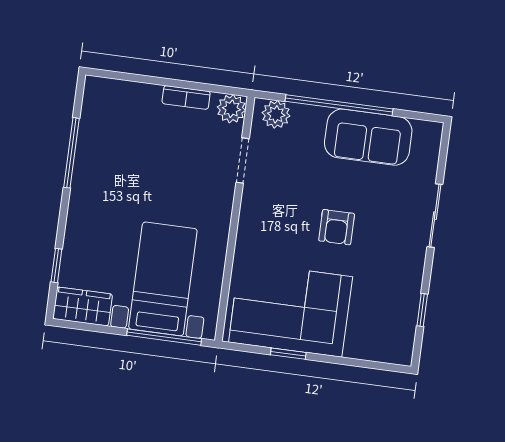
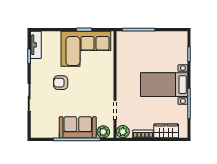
sofa: (368, 137) -> (78, 127), moved
armchair: (337, 227) -> (61, 83), moved, turned -90
bed with nightstands: (163, 279) -> (164, 85), moved, turned 90
wardrobe: (83, 306) -> (166, 131), moved, turned 180
tv unit: (404, 334) -> (36, 45), added

